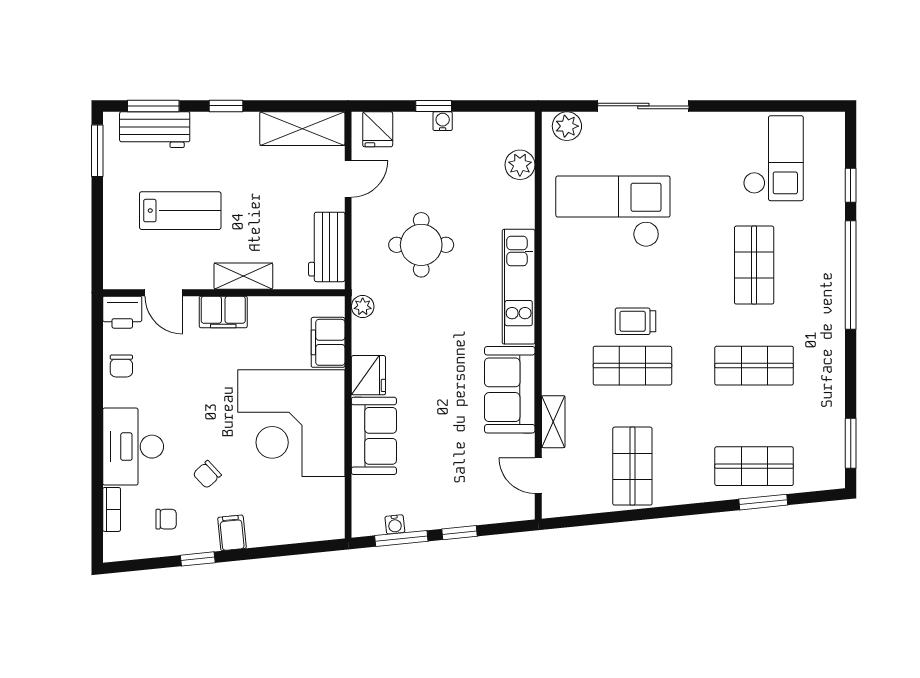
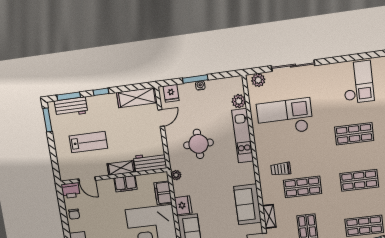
window: (434, 106) -> (195, 79), width x1.50
workbench: (327, 247) -> (150, 162), moved, turned 90
shop shelf: (754, 265) -> (354, 134), turned 90
kitchen unit: (519, 287) -> (243, 136), moved
filing cabinet: (223, 312) -> (125, 184), moved
trolley: (635, 321) -> (281, 169), moved

